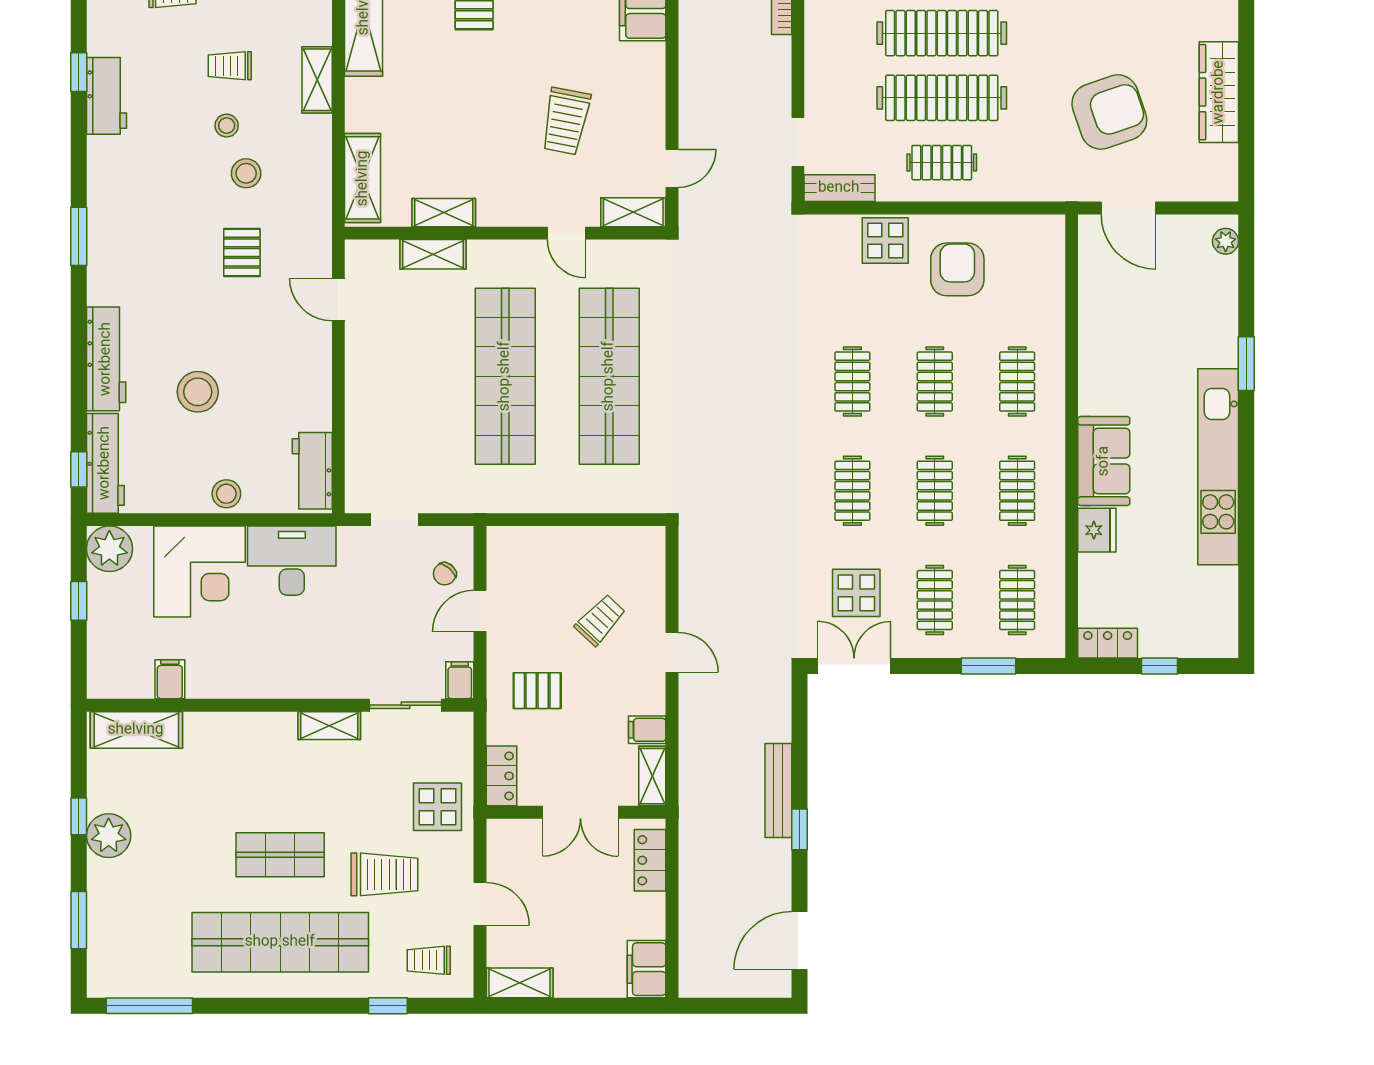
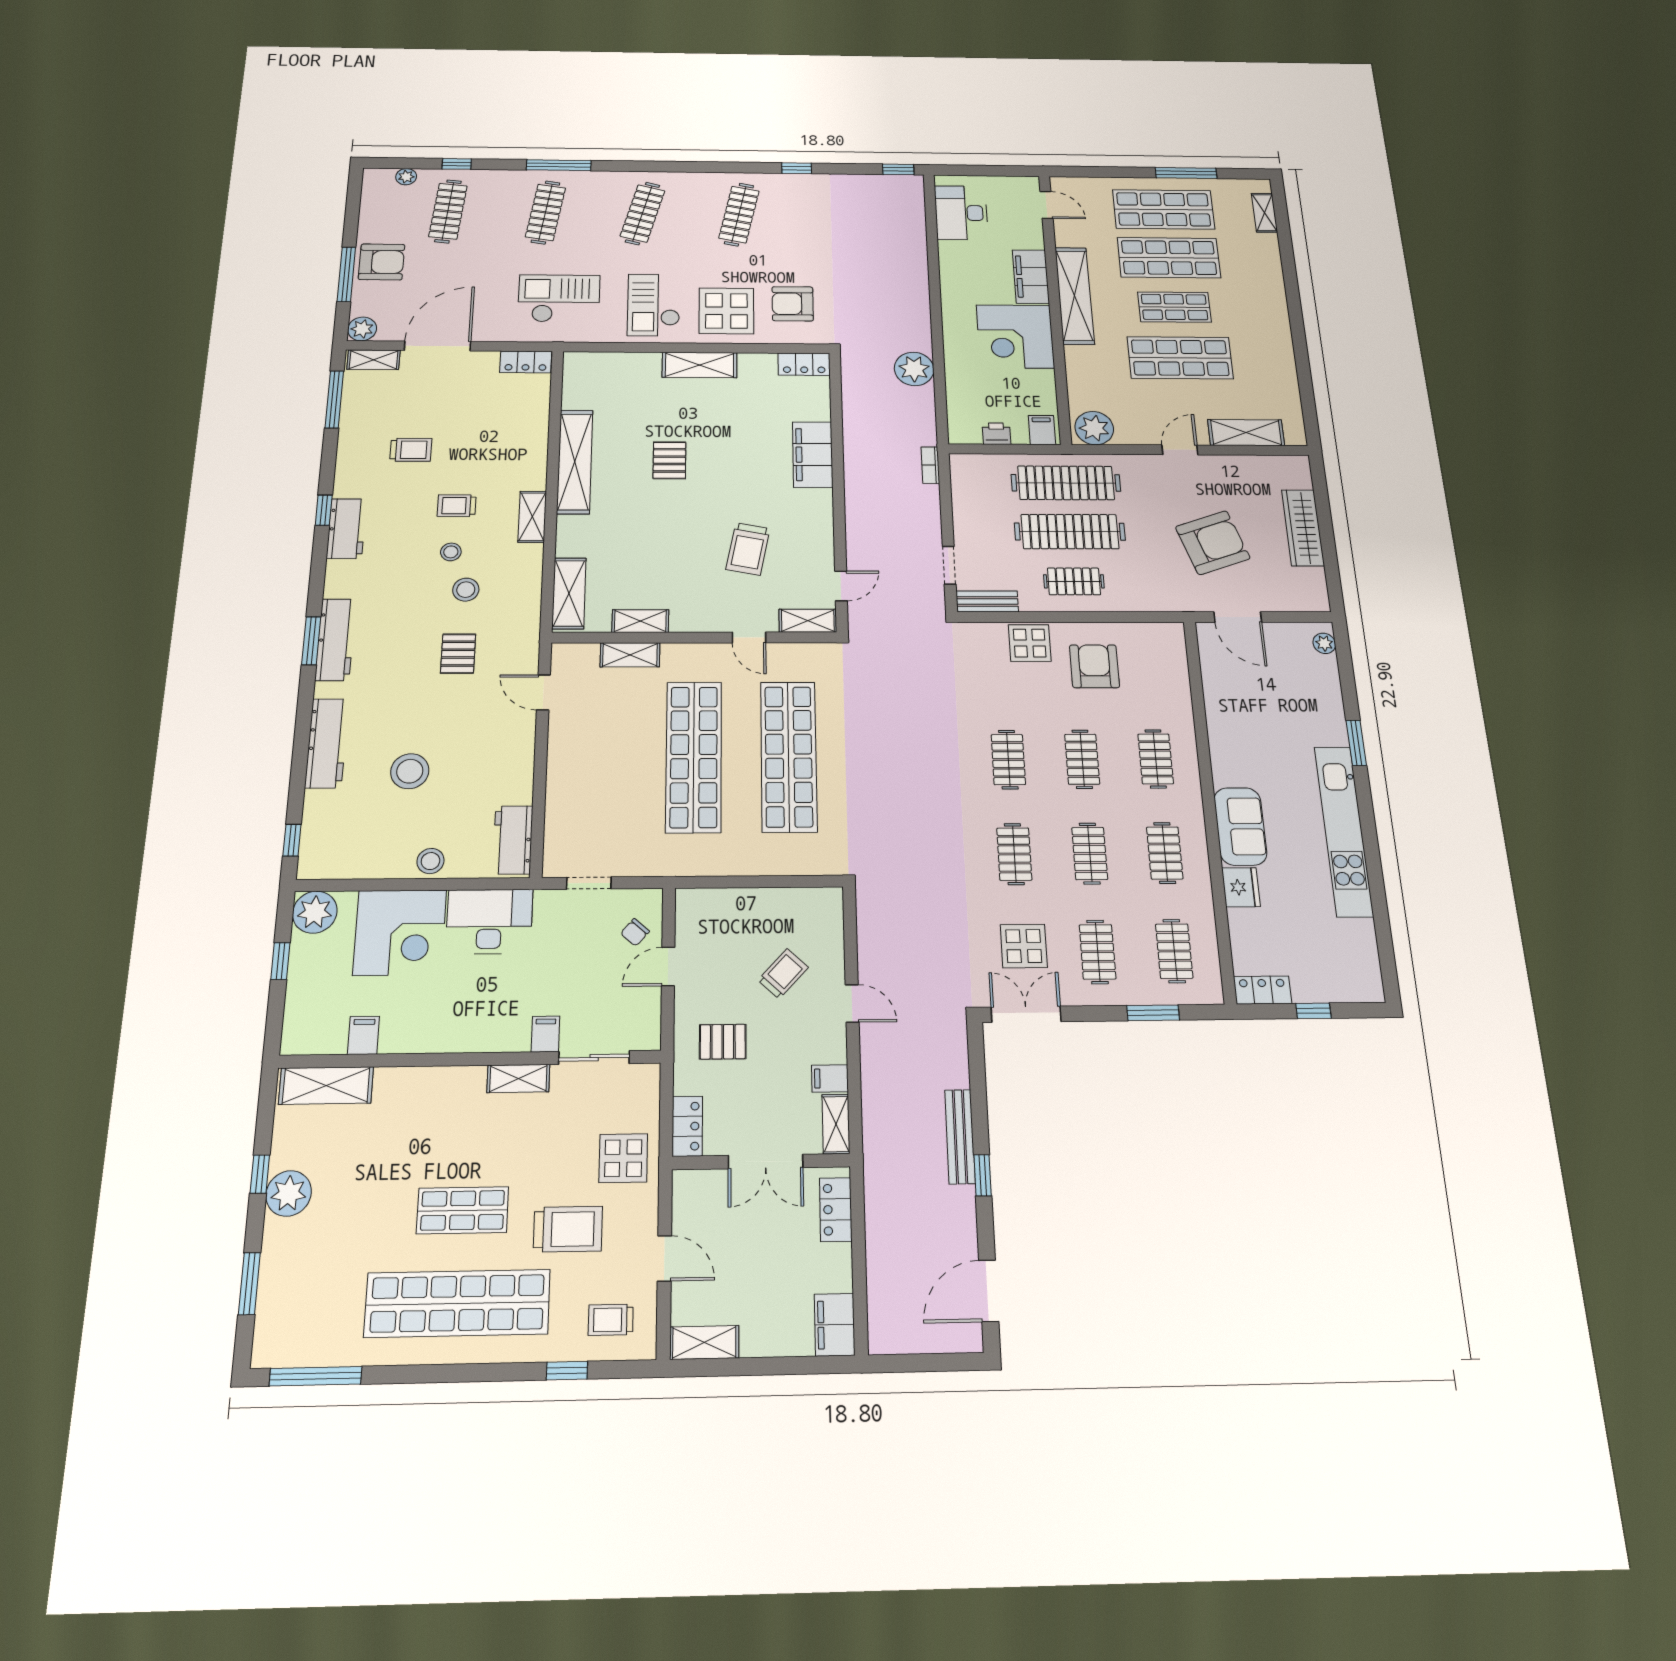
workbench: (105, 463) -> (335, 640), moved
filing cabinet: (460, 680) -> (545, 1034), moved

